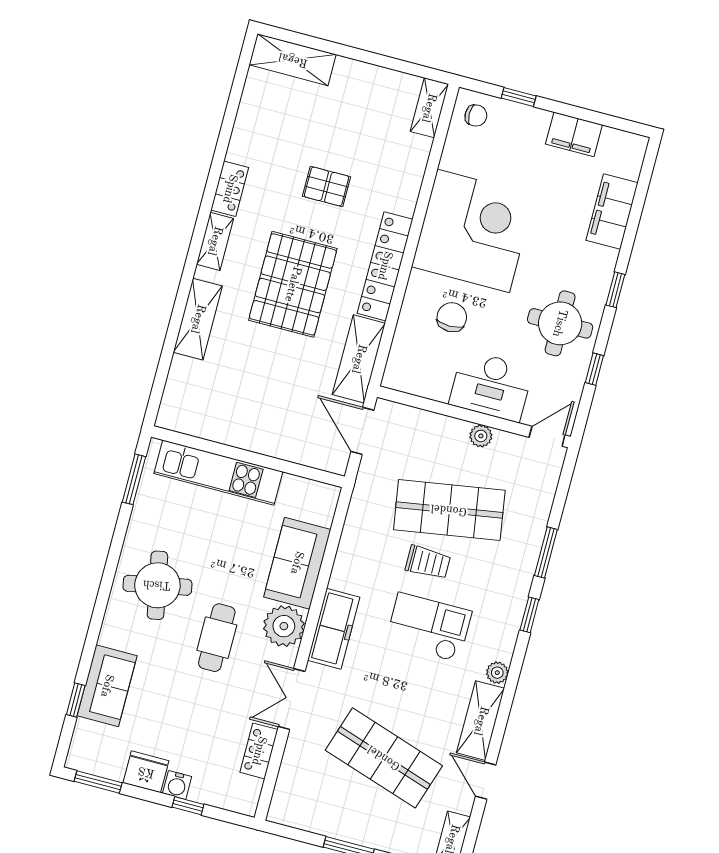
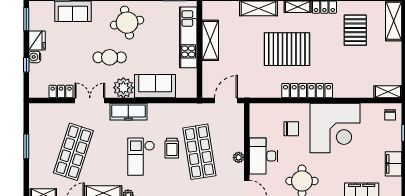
pallet: (327, 186) -> (355, 30), moved, width x1.50, depth x1.42
shelving: (359, 359) -> (210, 40), moved, turned 90
checkout: (429, 627) -> (141, 157), turned 180

